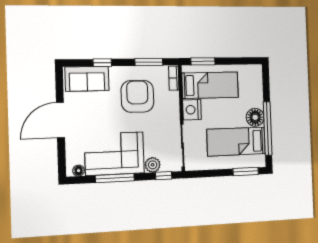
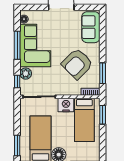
window: (102, 63) -> (103, 39), removed
armchair: (137, 96) -> (77, 64), turned 135

